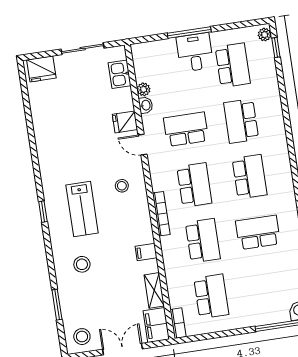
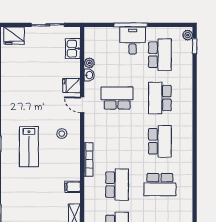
school desk: (194, 185) -> (117, 141), removed
school desk: (258, 232) -> (160, 185), turned 180
stool: (82, 264) -> (22, 189), removed

